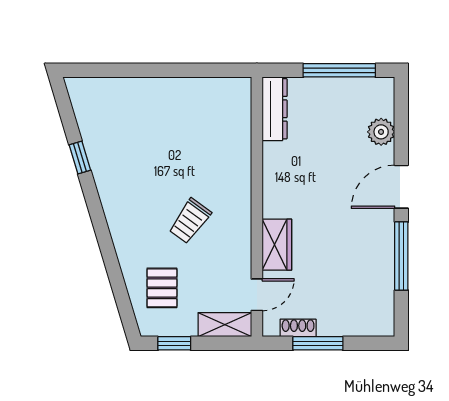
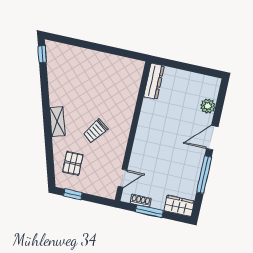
window: (339, 70) -> (193, 68), removed
window: (80, 158) -> (42, 54), moved
wardrobe: (277, 245) -> (179, 206), moved, turned -90
shelving: (225, 325) -> (57, 122), moved, turned 73

